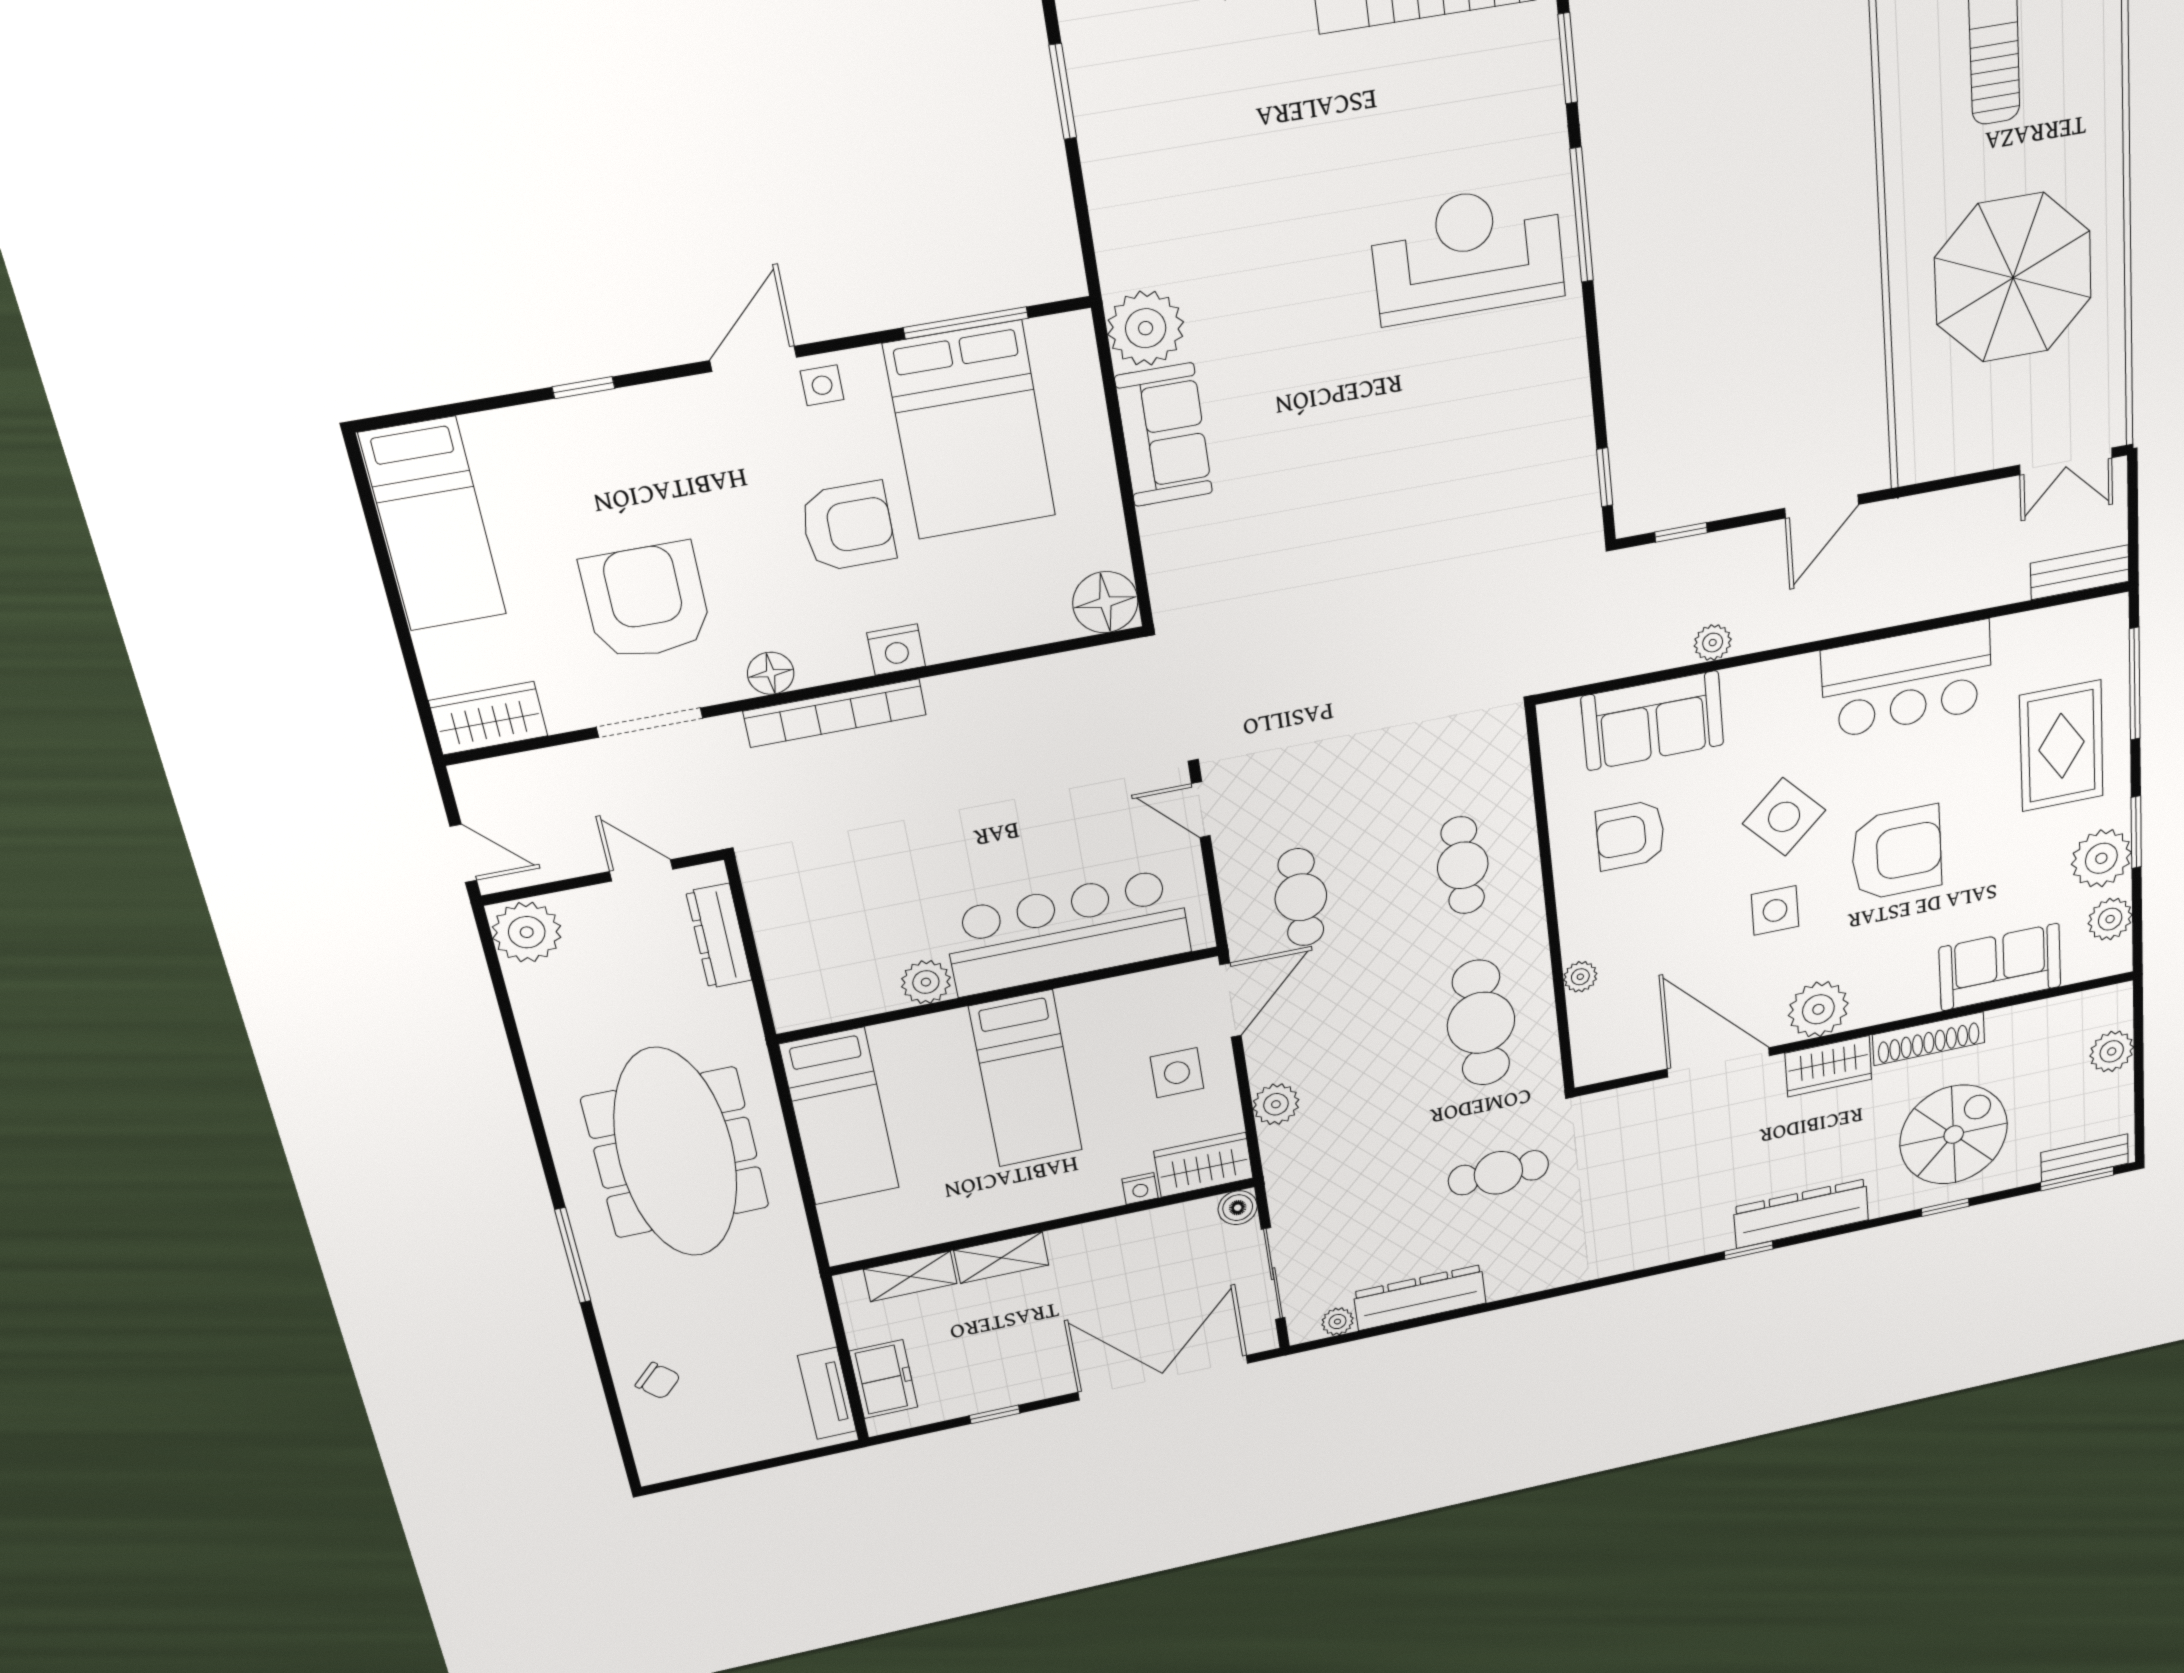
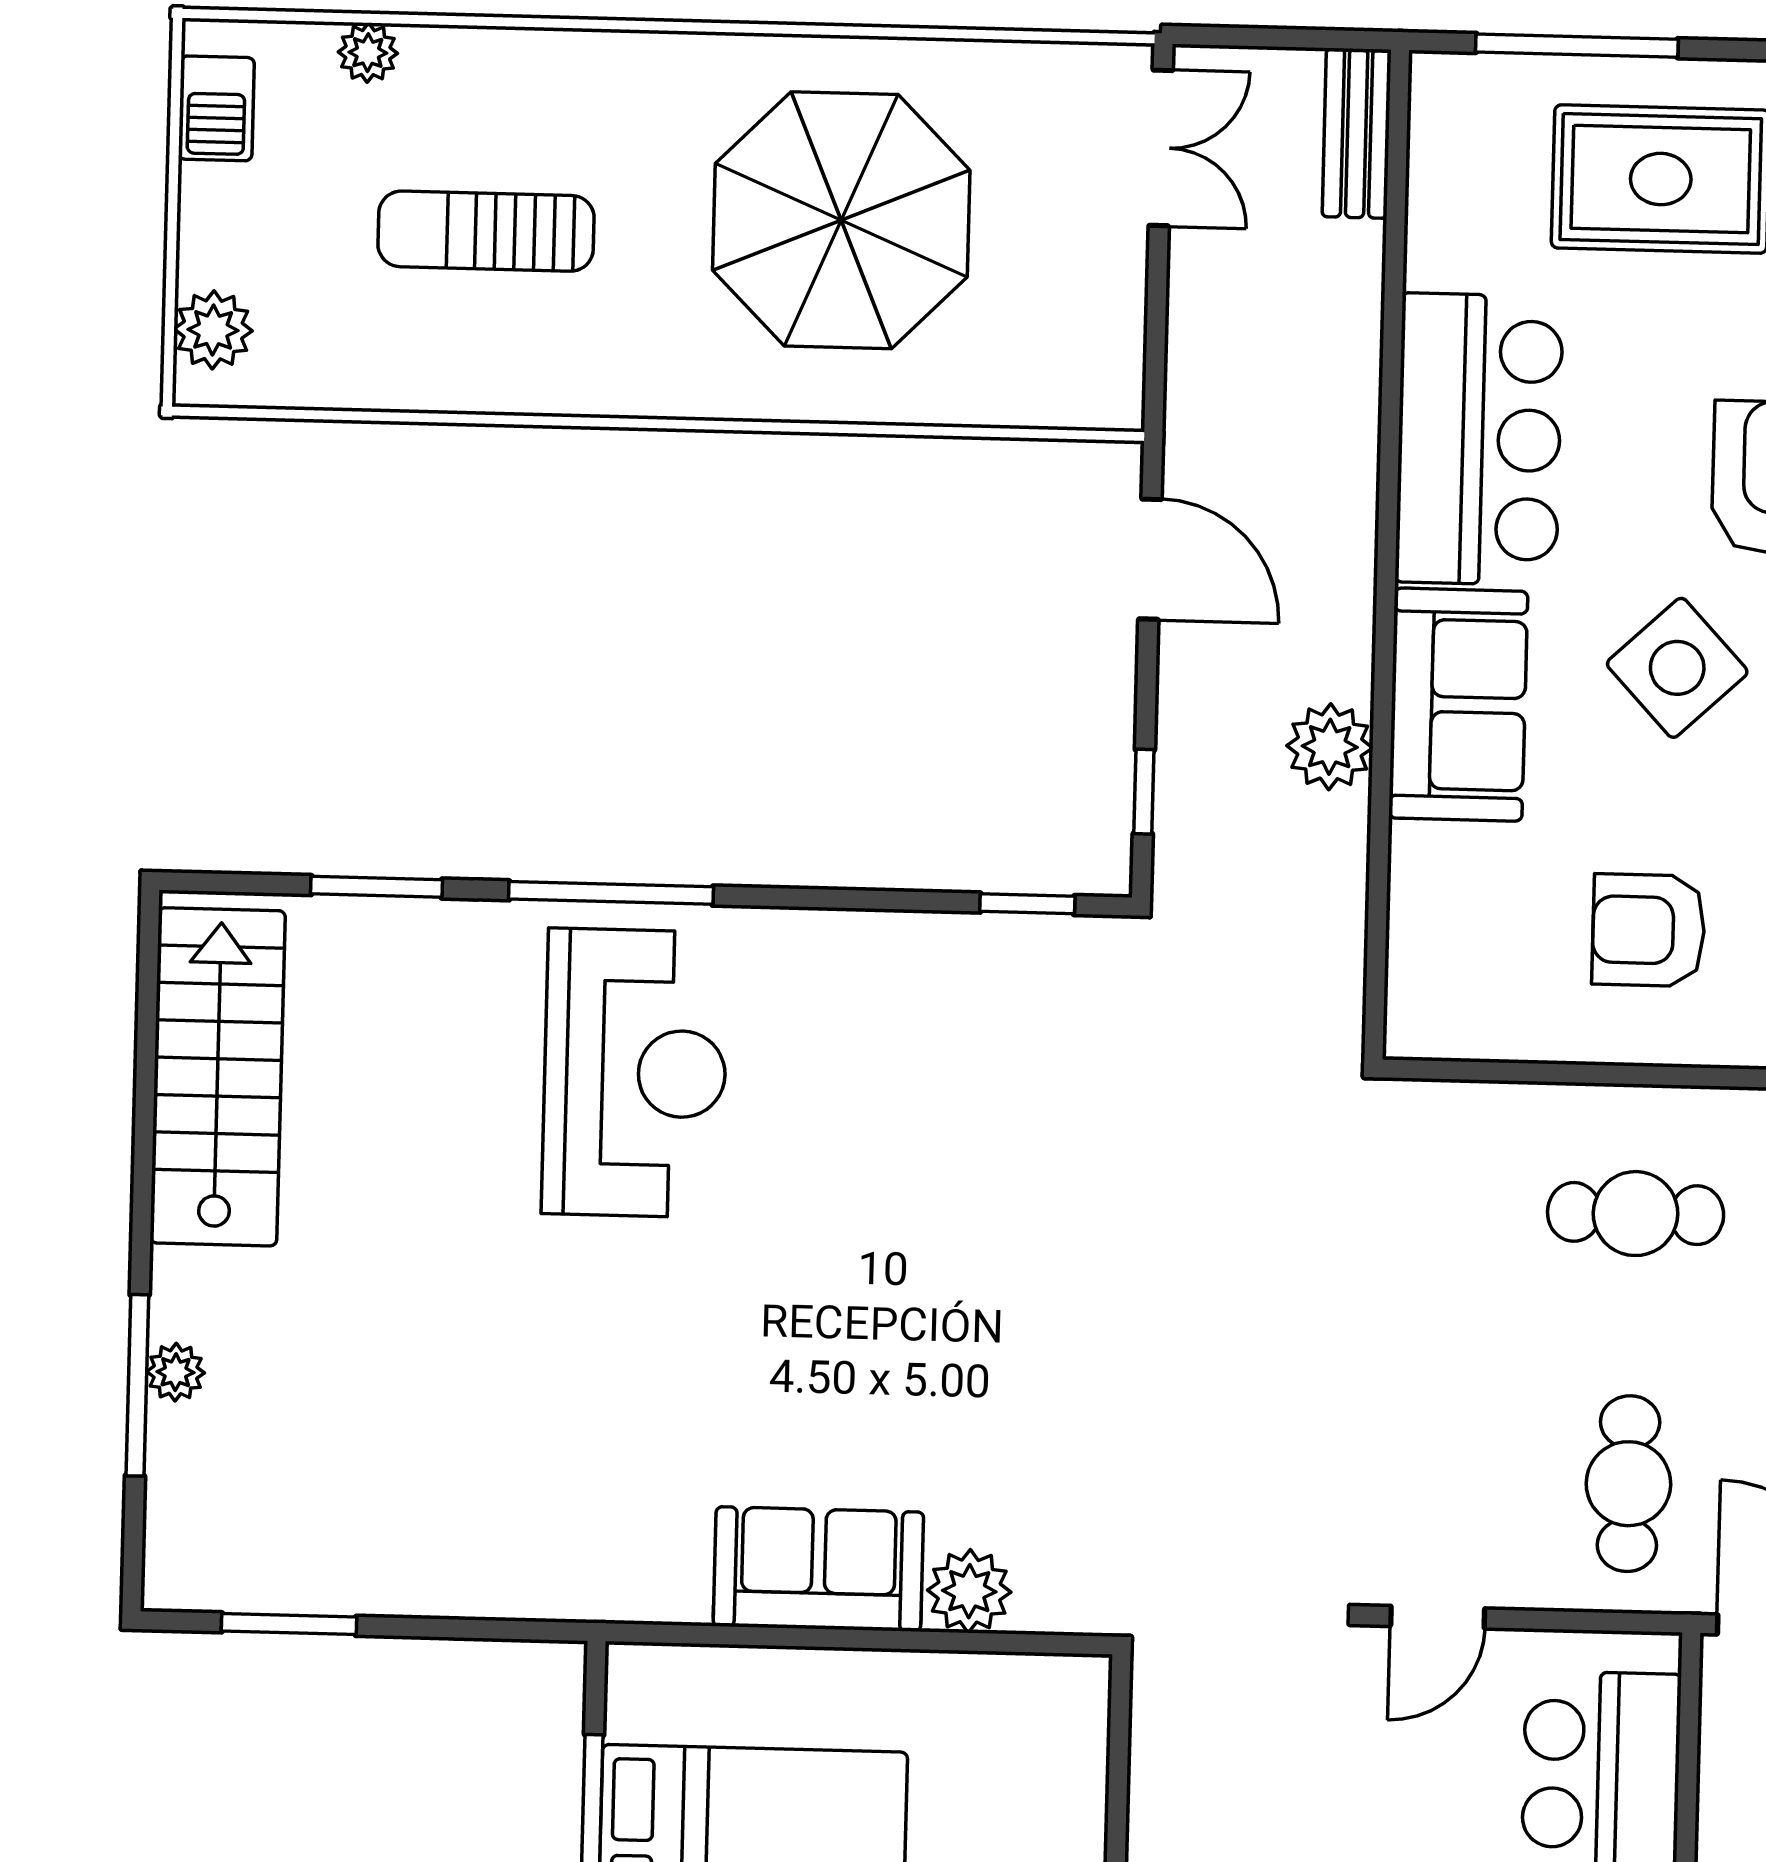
reception desk: (1468, 253) -> (635, 1073), turned 180
plant: (1146, 328) -> (969, 1591), moved, width x0.73, depth x0.73
floor lamp: (1105, 602) -> (1061, 1703), removed
plant: (1713, 643) -> (1330, 747), width x1.38, depth x1.38
sofa: (1653, 721) -> (1458, 705), moved
armchair: (1630, 835) -> (1649, 930), turned 90
cafe table: (1301, 897) -> (1628, 1484), turned 90

